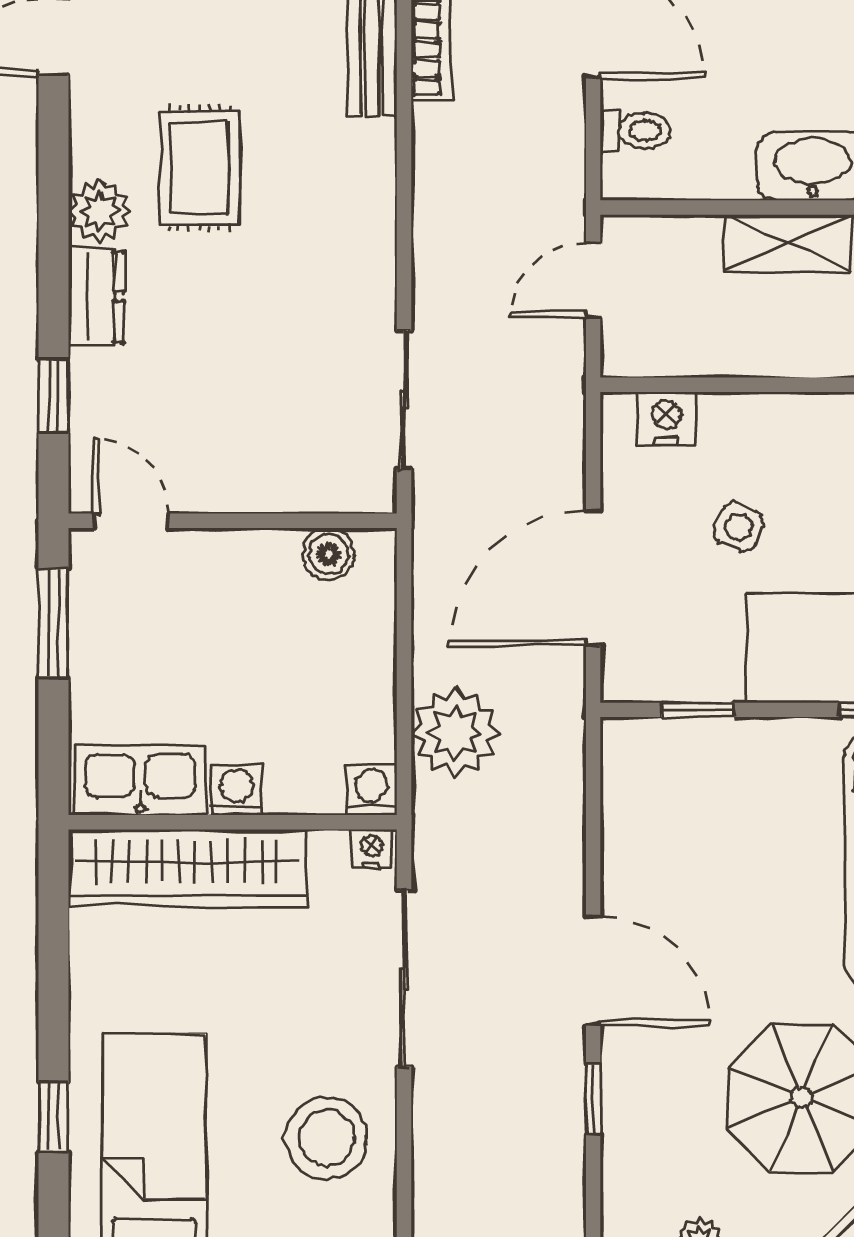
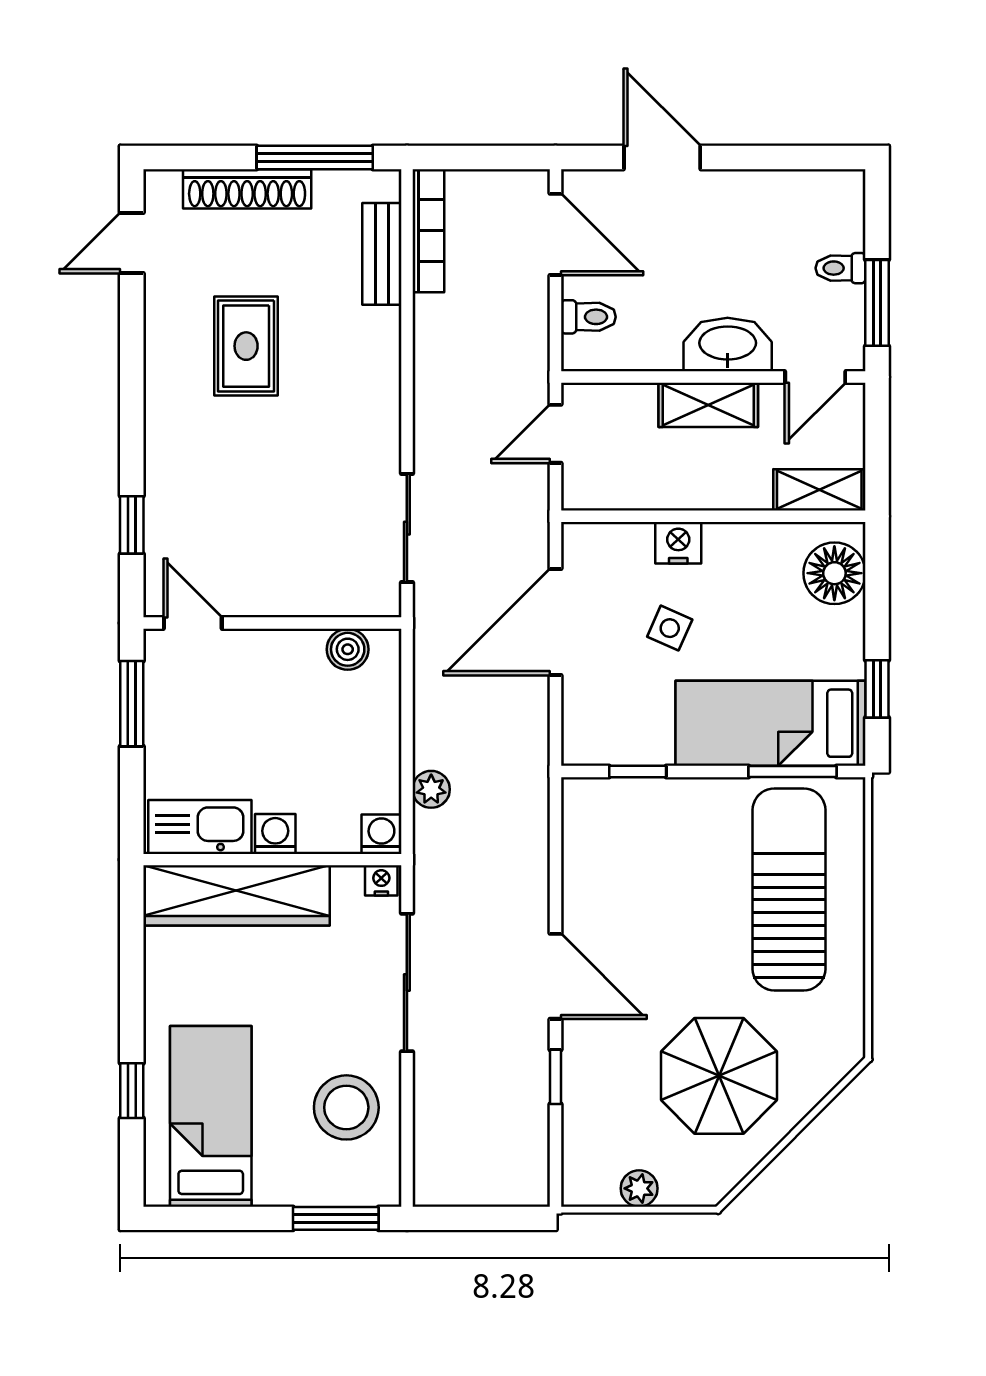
plant: (100, 211) -> (168, 380), removed
dresser: (96, 297) -> (165, 447), removed
nightstand: (666, 419) -> (678, 543), moved
door: (593, 578) -> (555, 622), moved
plant: (455, 733) -> (431, 789), width x0.53, depth x0.53

